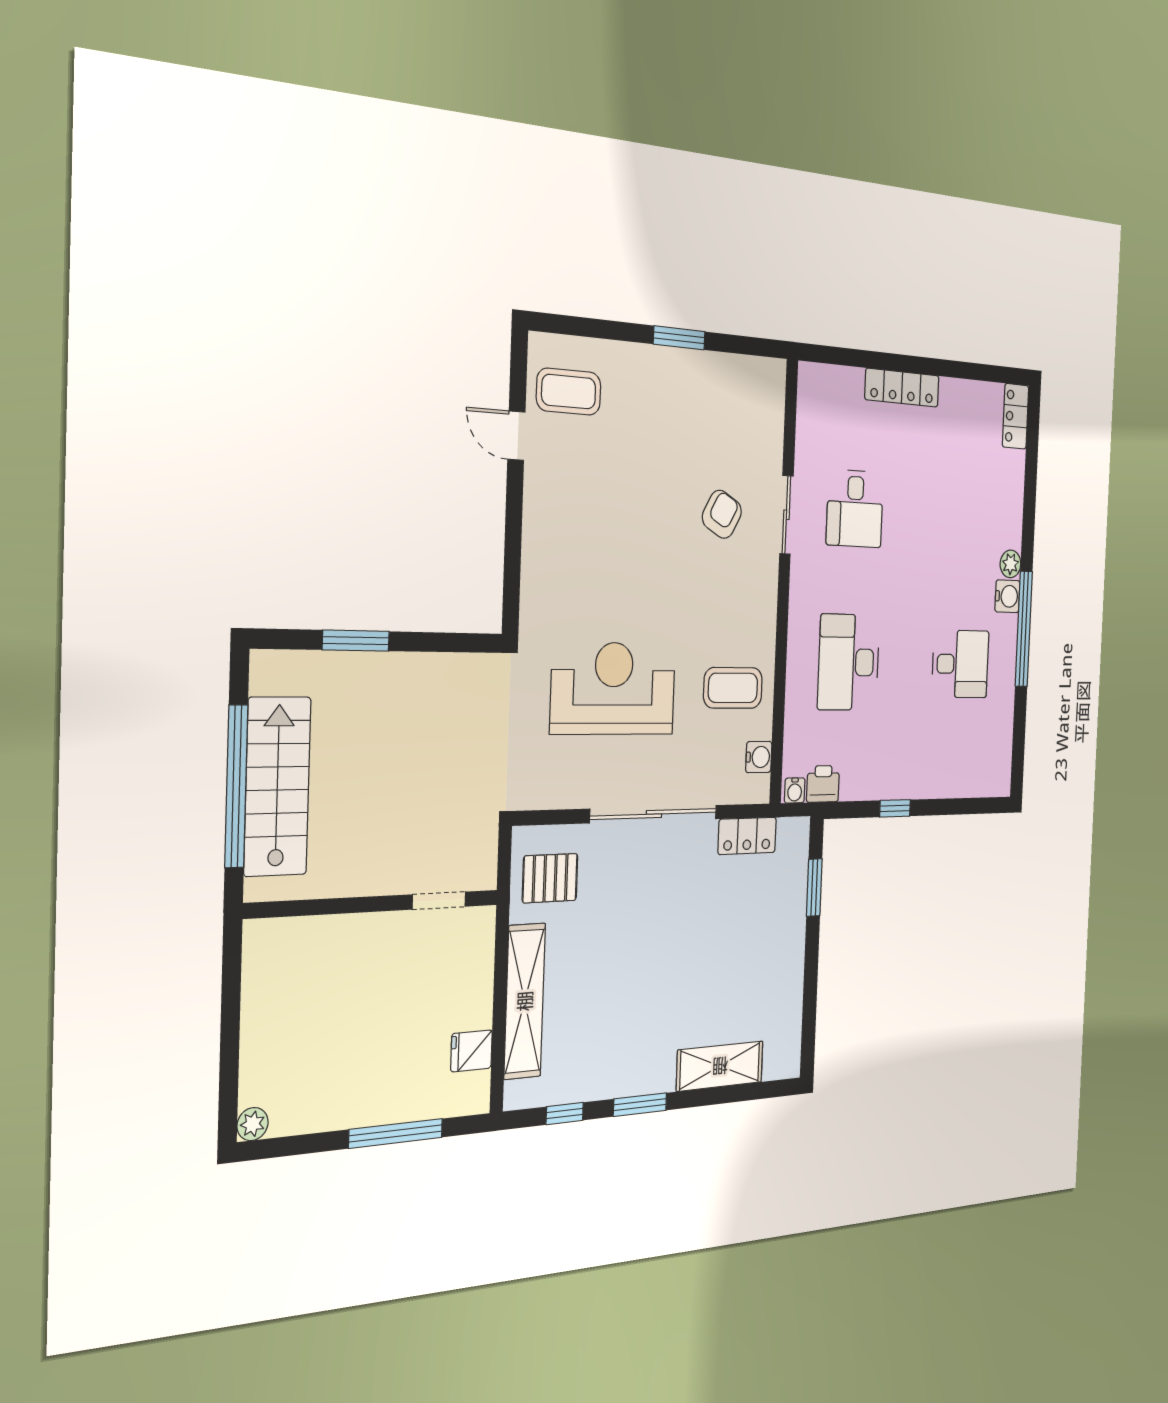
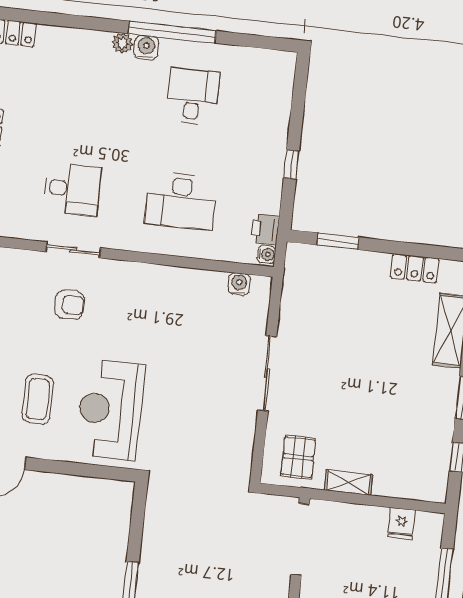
armchair: (722, 514) -> (69, 305), turned 151
reception desk: (613, 688) -> (110, 410), moved
coffee table: (733, 688) -> (38, 399), moved
sliding door: (654, 814) -> (267, 373), width x0.73
locker: (747, 836) -> (415, 268), moved, turned 90
doorway: (439, 901) -> (300, 539), width x1.88
shelving: (525, 1001) -> (348, 483), width x0.45, depth x0.75

